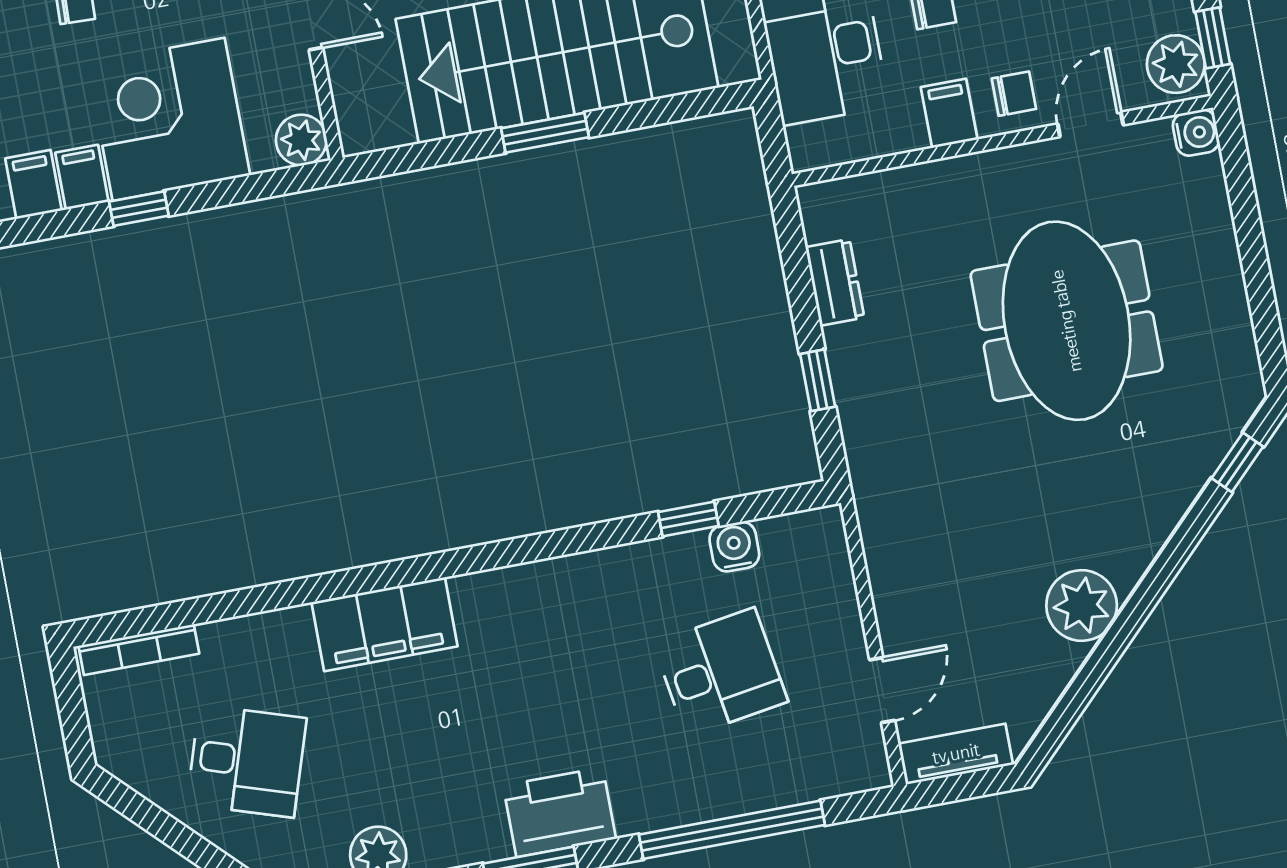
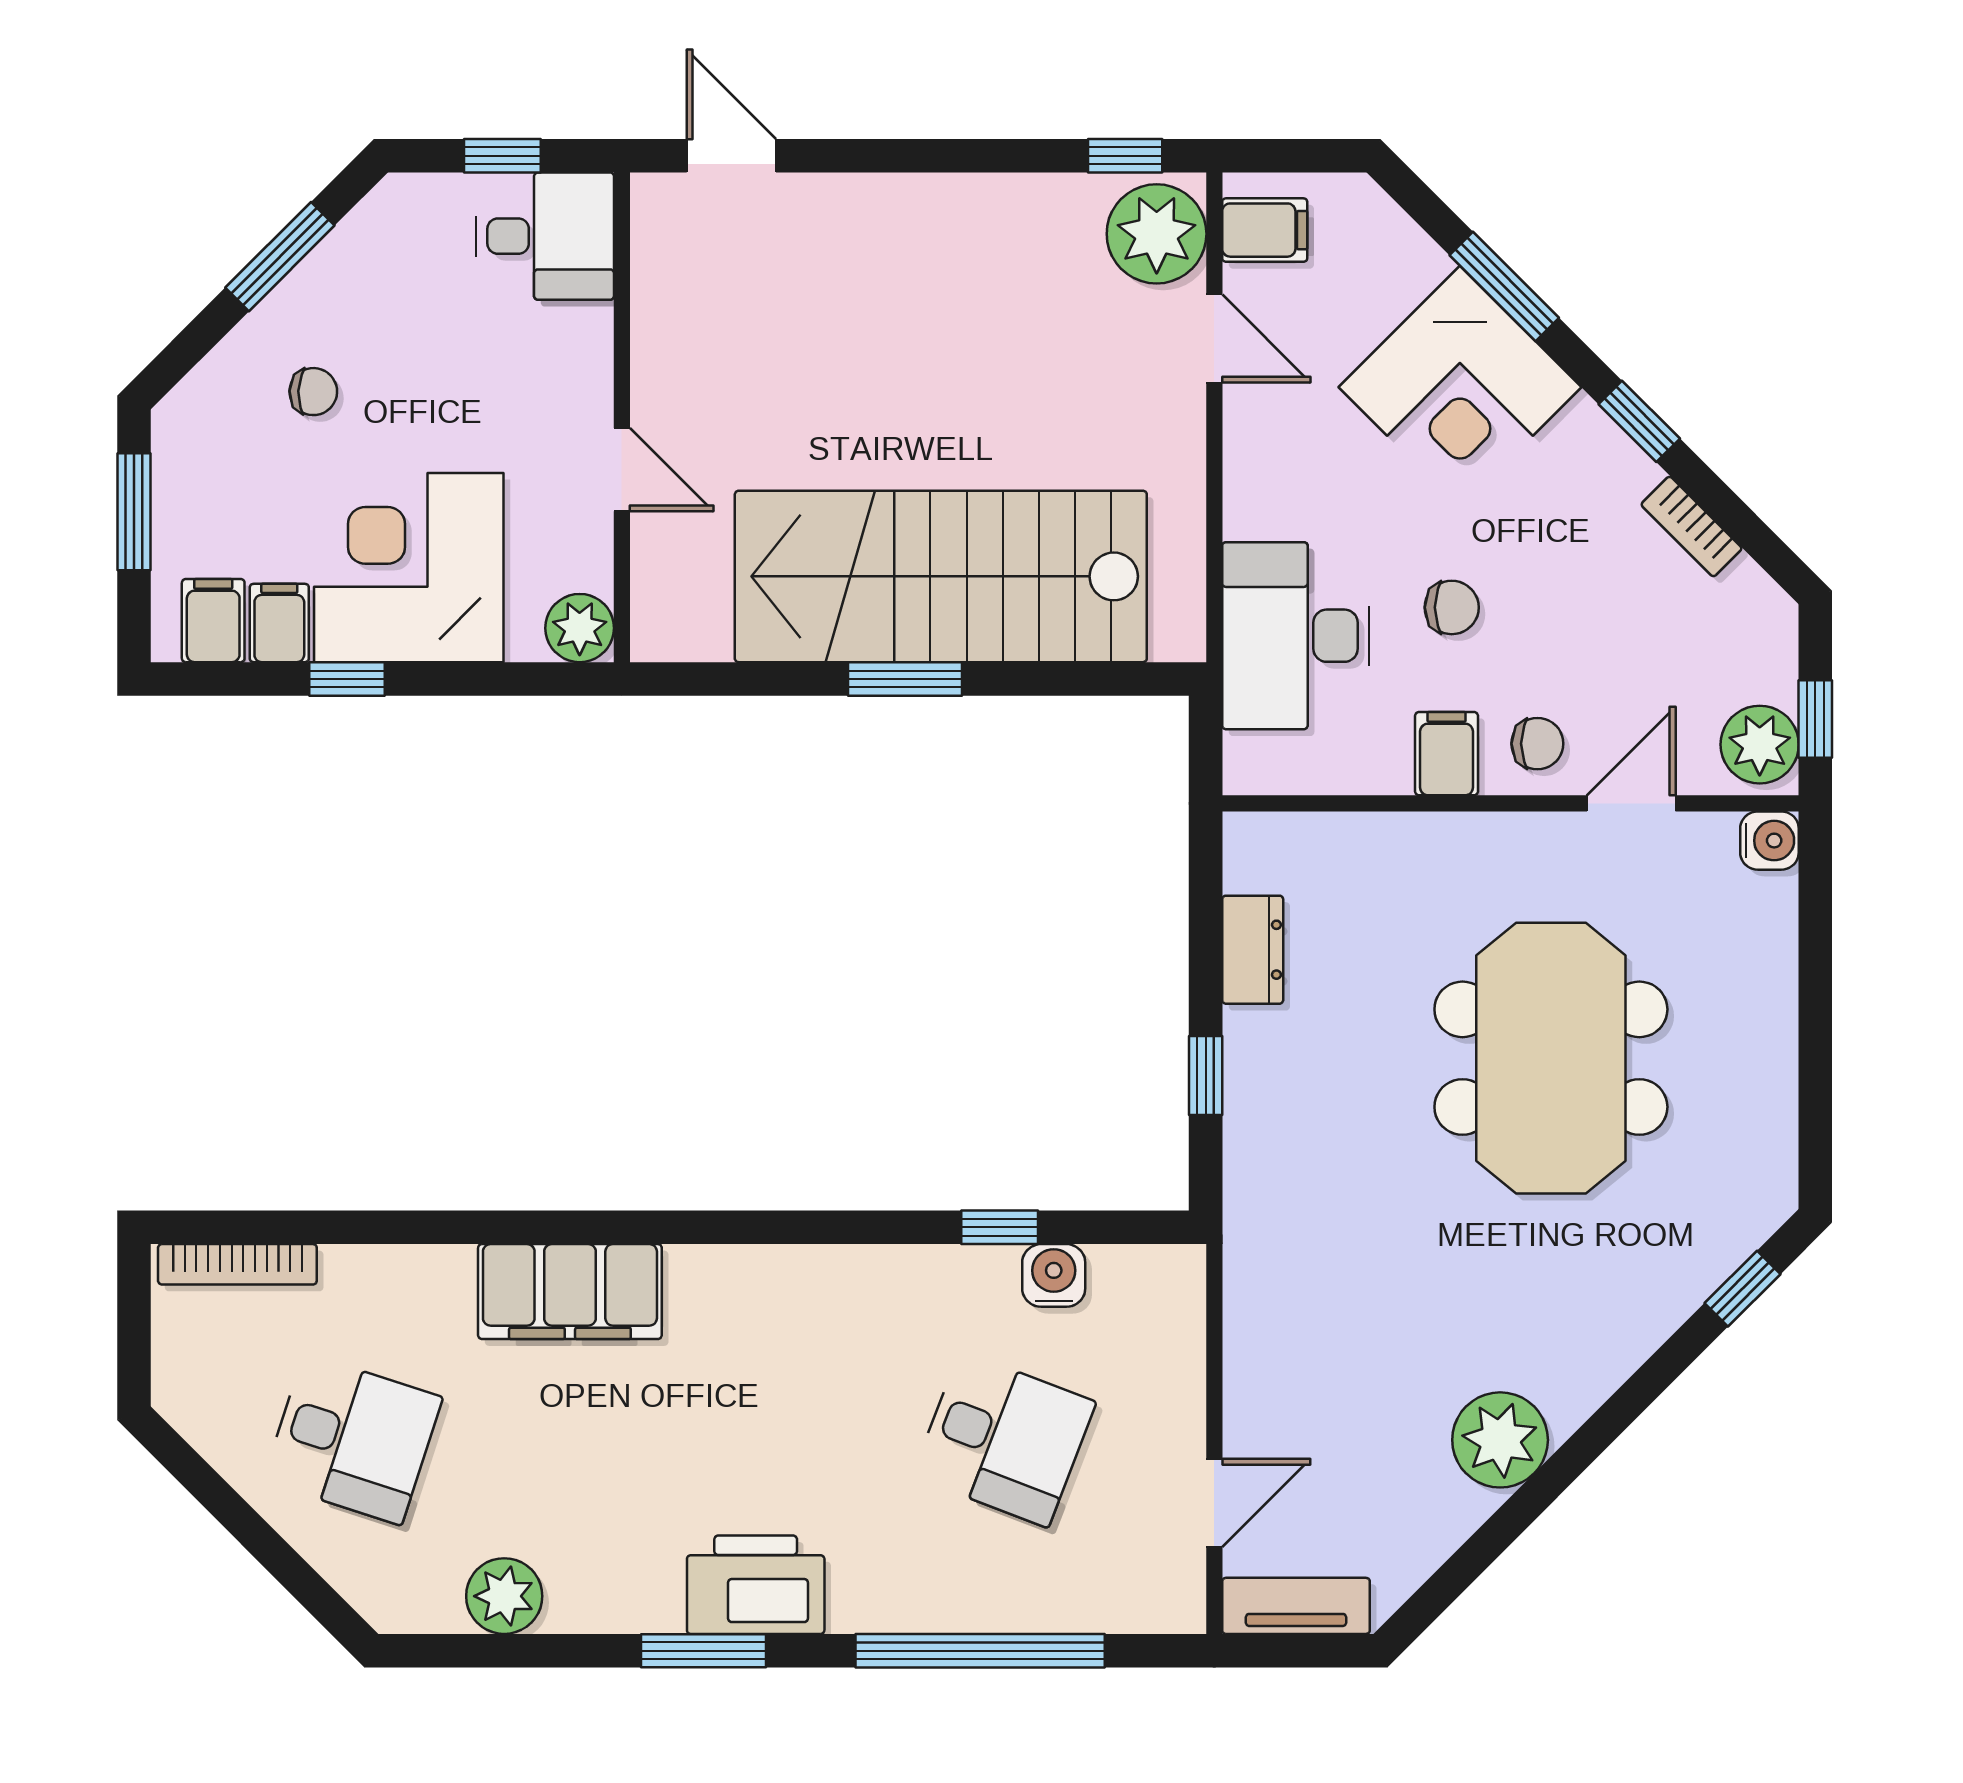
desk: (721, 672) -> (1004, 1439), turned 30

